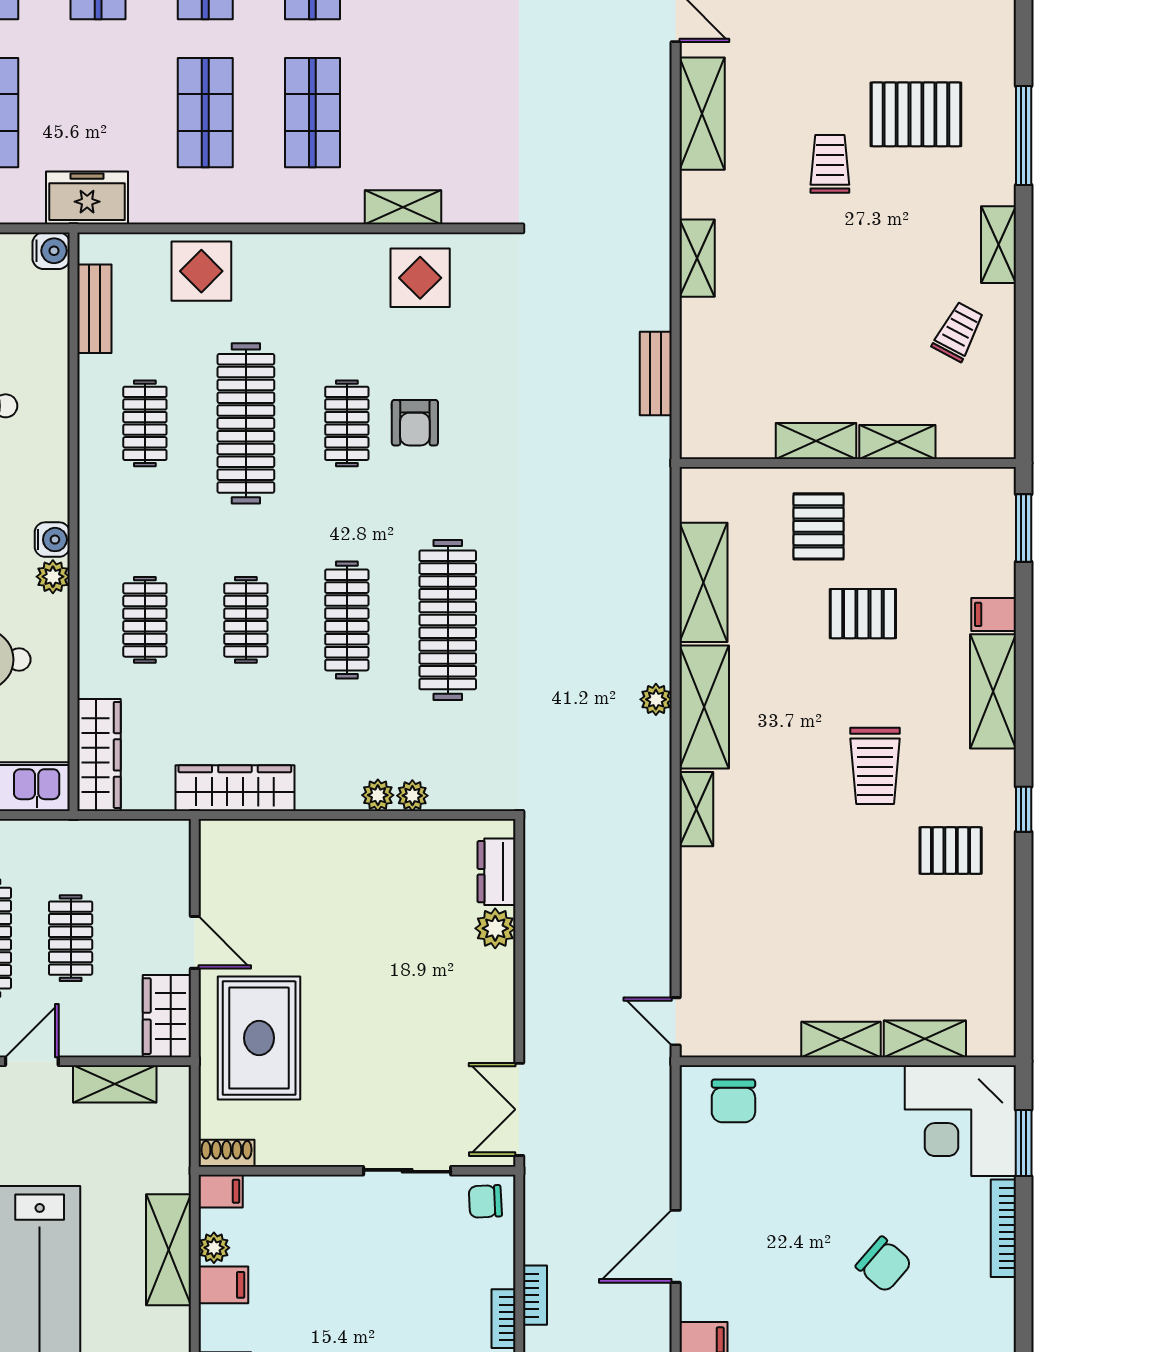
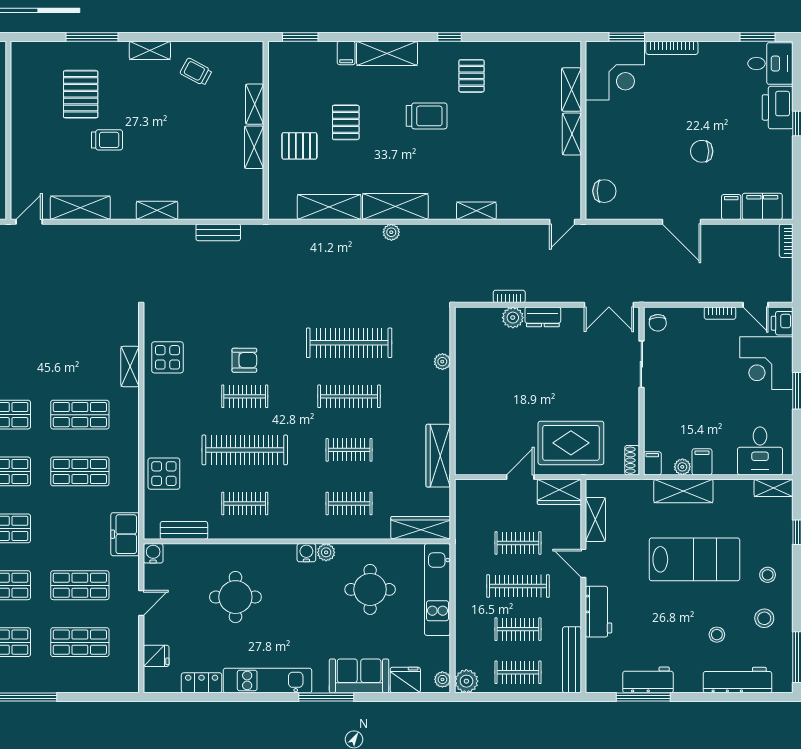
trolley: (830, 164) -> (107, 140), turned 180
plant: (378, 795) -> (442, 380), removed
shelving: (696, 809) -> (476, 211), moved
dresser: (497, 872) -> (543, 317), moved
chair: (884, 1264) -> (702, 151), moved, turned -131
bookcase: (535, 1295) -> (509, 296), moved

